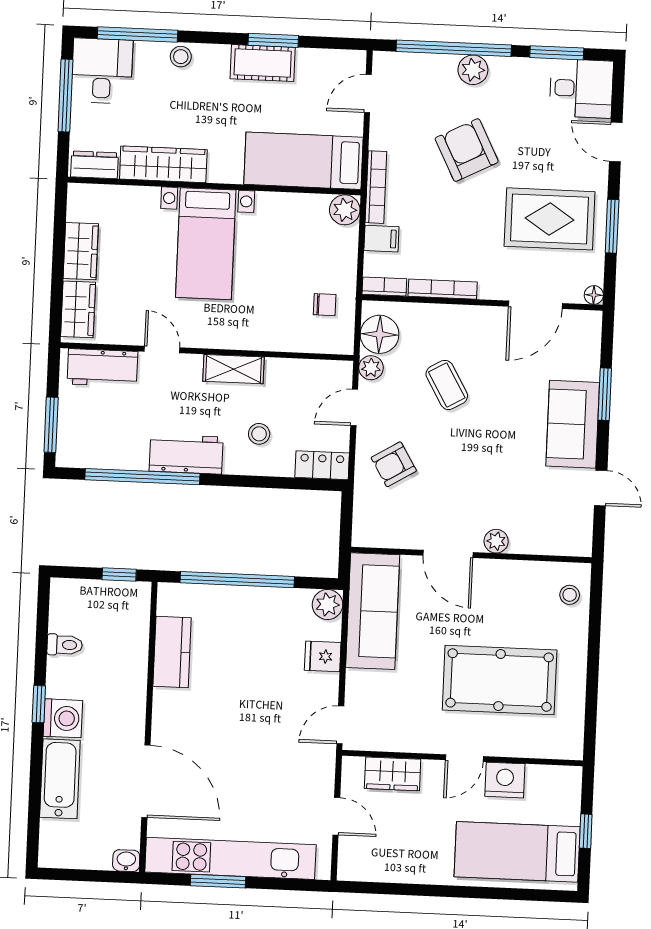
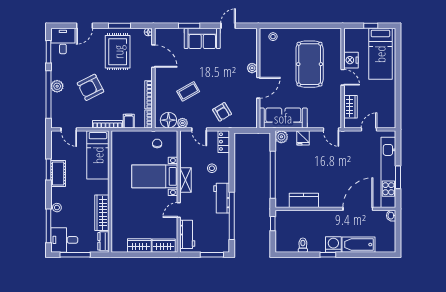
plant: (345, 210) -> (117, 137), removed
bed with nightstands: (206, 244) -> (155, 176), moved, turned 180

